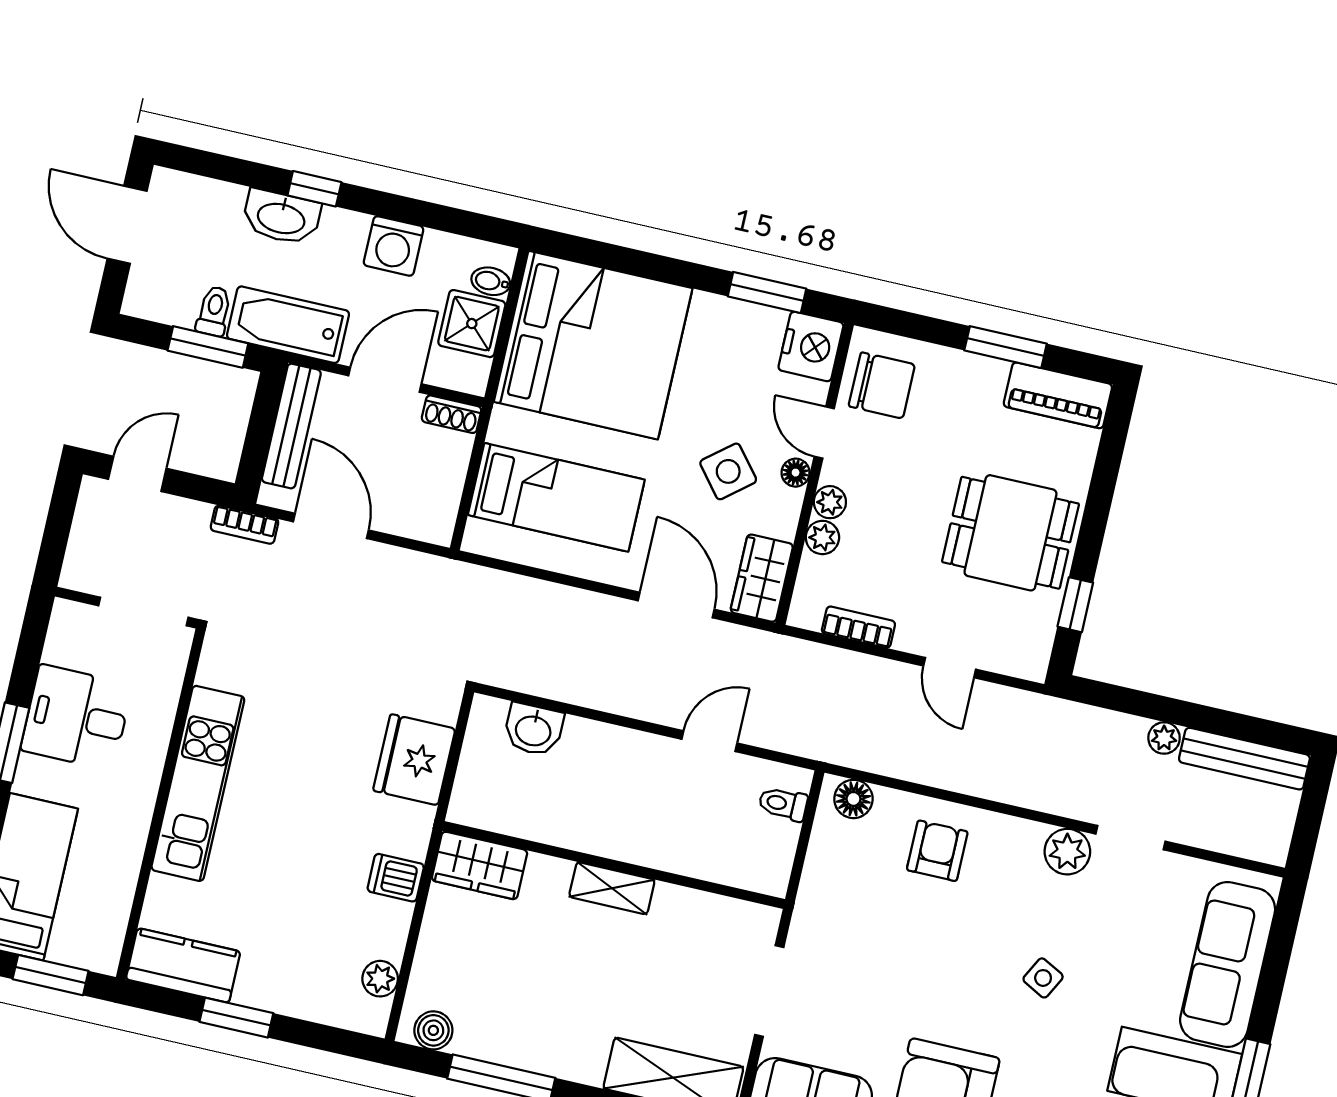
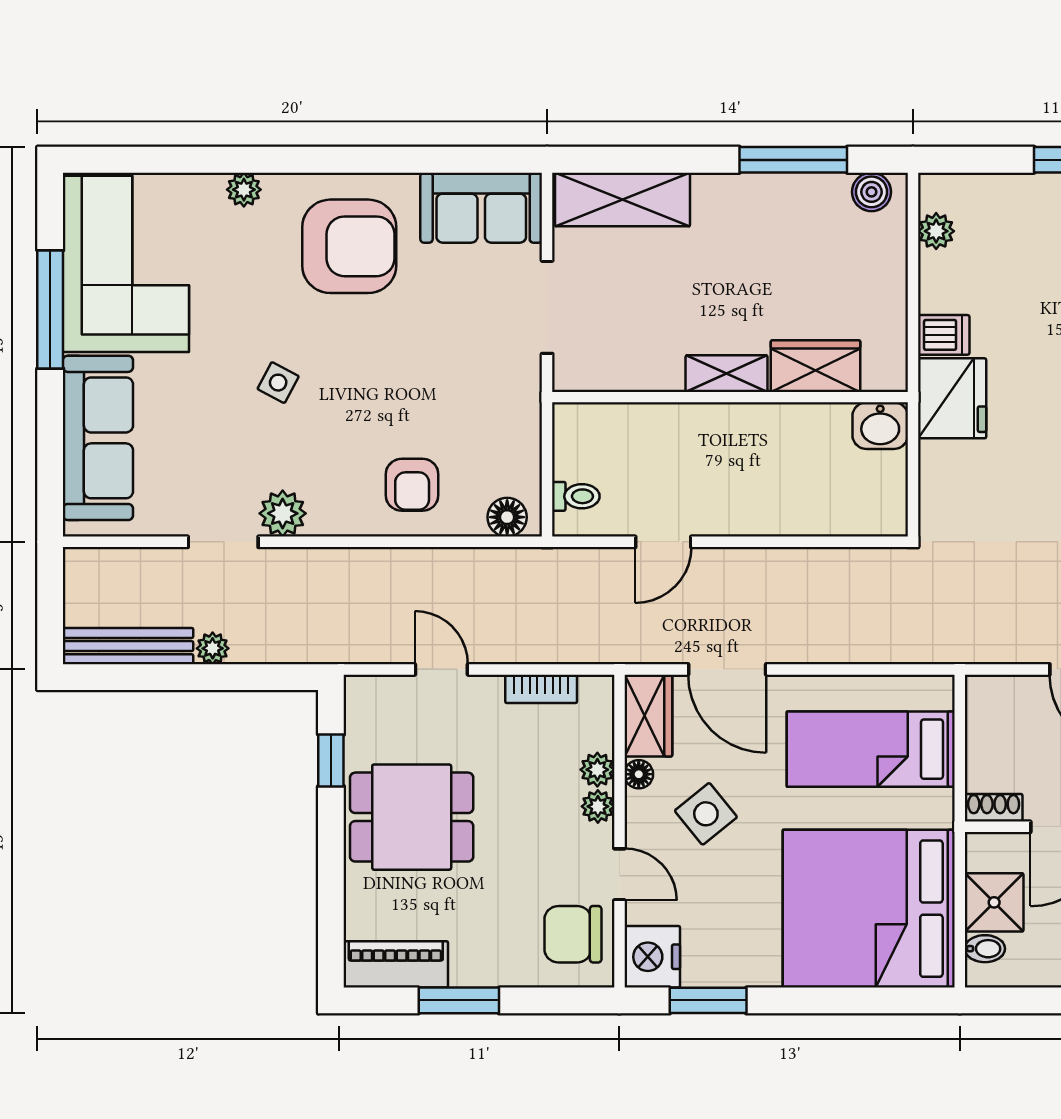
floor lamp: (796, 473) -> (639, 774), moved
washbasin: (533, 730) -> (880, 426), moved, turned 180
fridge: (414, 760) -> (952, 398), moved
wardrobe: (480, 865) -> (816, 366), moved

